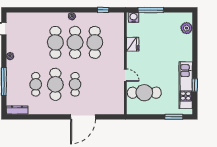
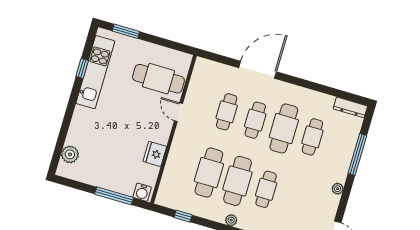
cafe table: (55, 42) -> (266, 189), width x0.73, depth x0.74
cafe table: (95, 84) -> (227, 112), added

